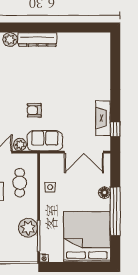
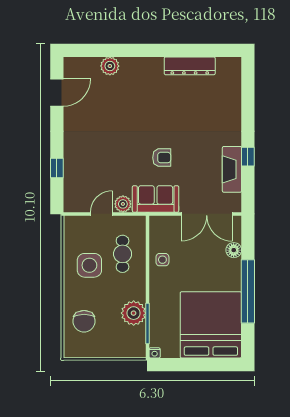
dresser: (37, 39) -> (190, 66), moved
armchair: (34, 110) -> (162, 158), moved, turned 180
window: (115, 129) -> (248, 157), moved
floor lamp: (104, 193) -> (234, 250), moved

